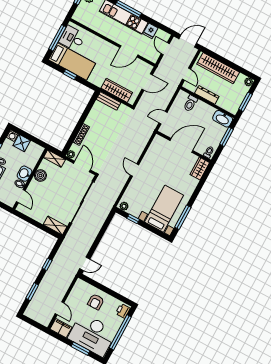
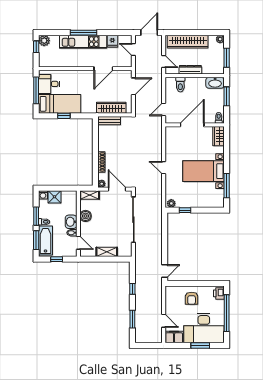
bed with nightstands: (164, 209) -> (204, 171), moved, turned -90
shelving: (55, 225) -> (107, 252), moved

